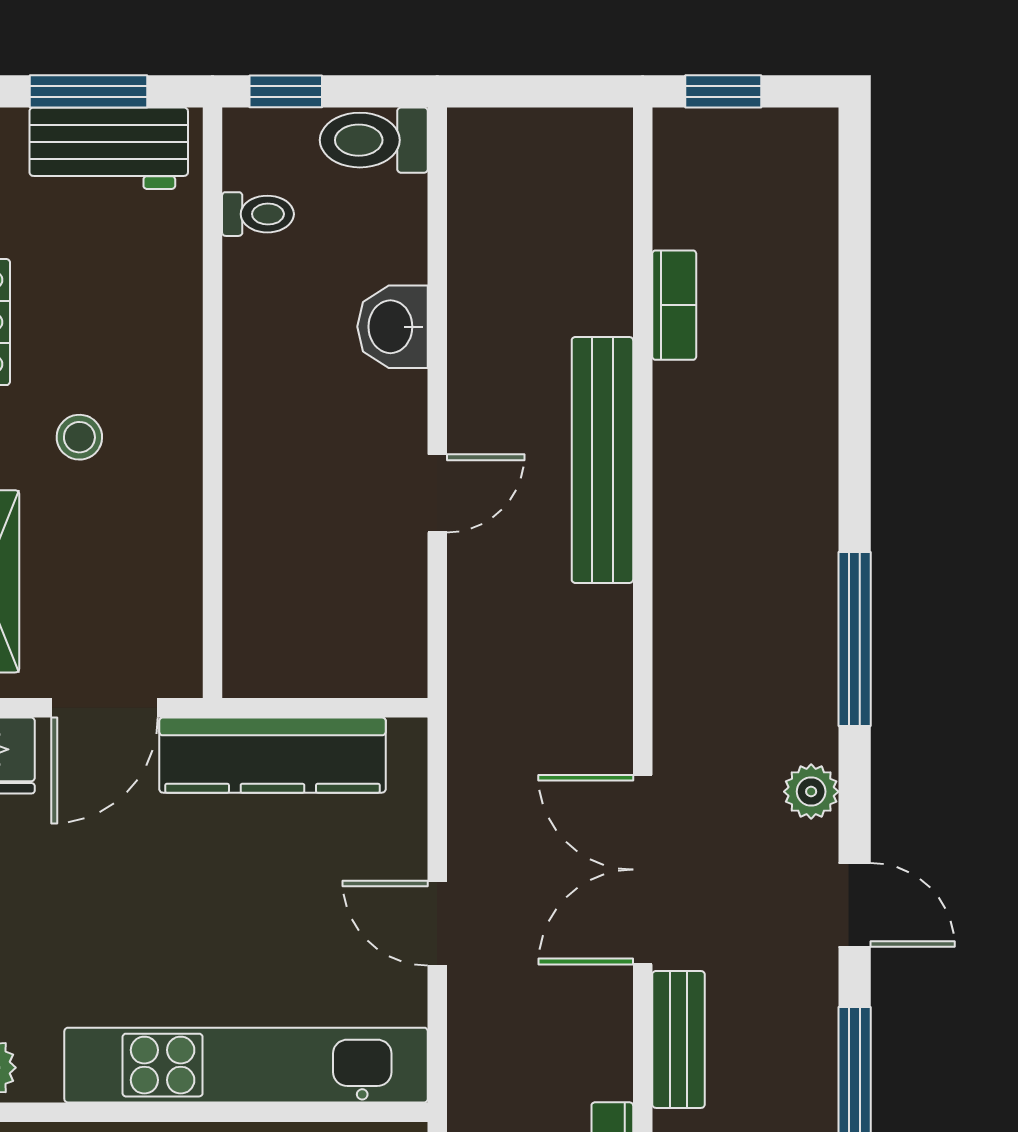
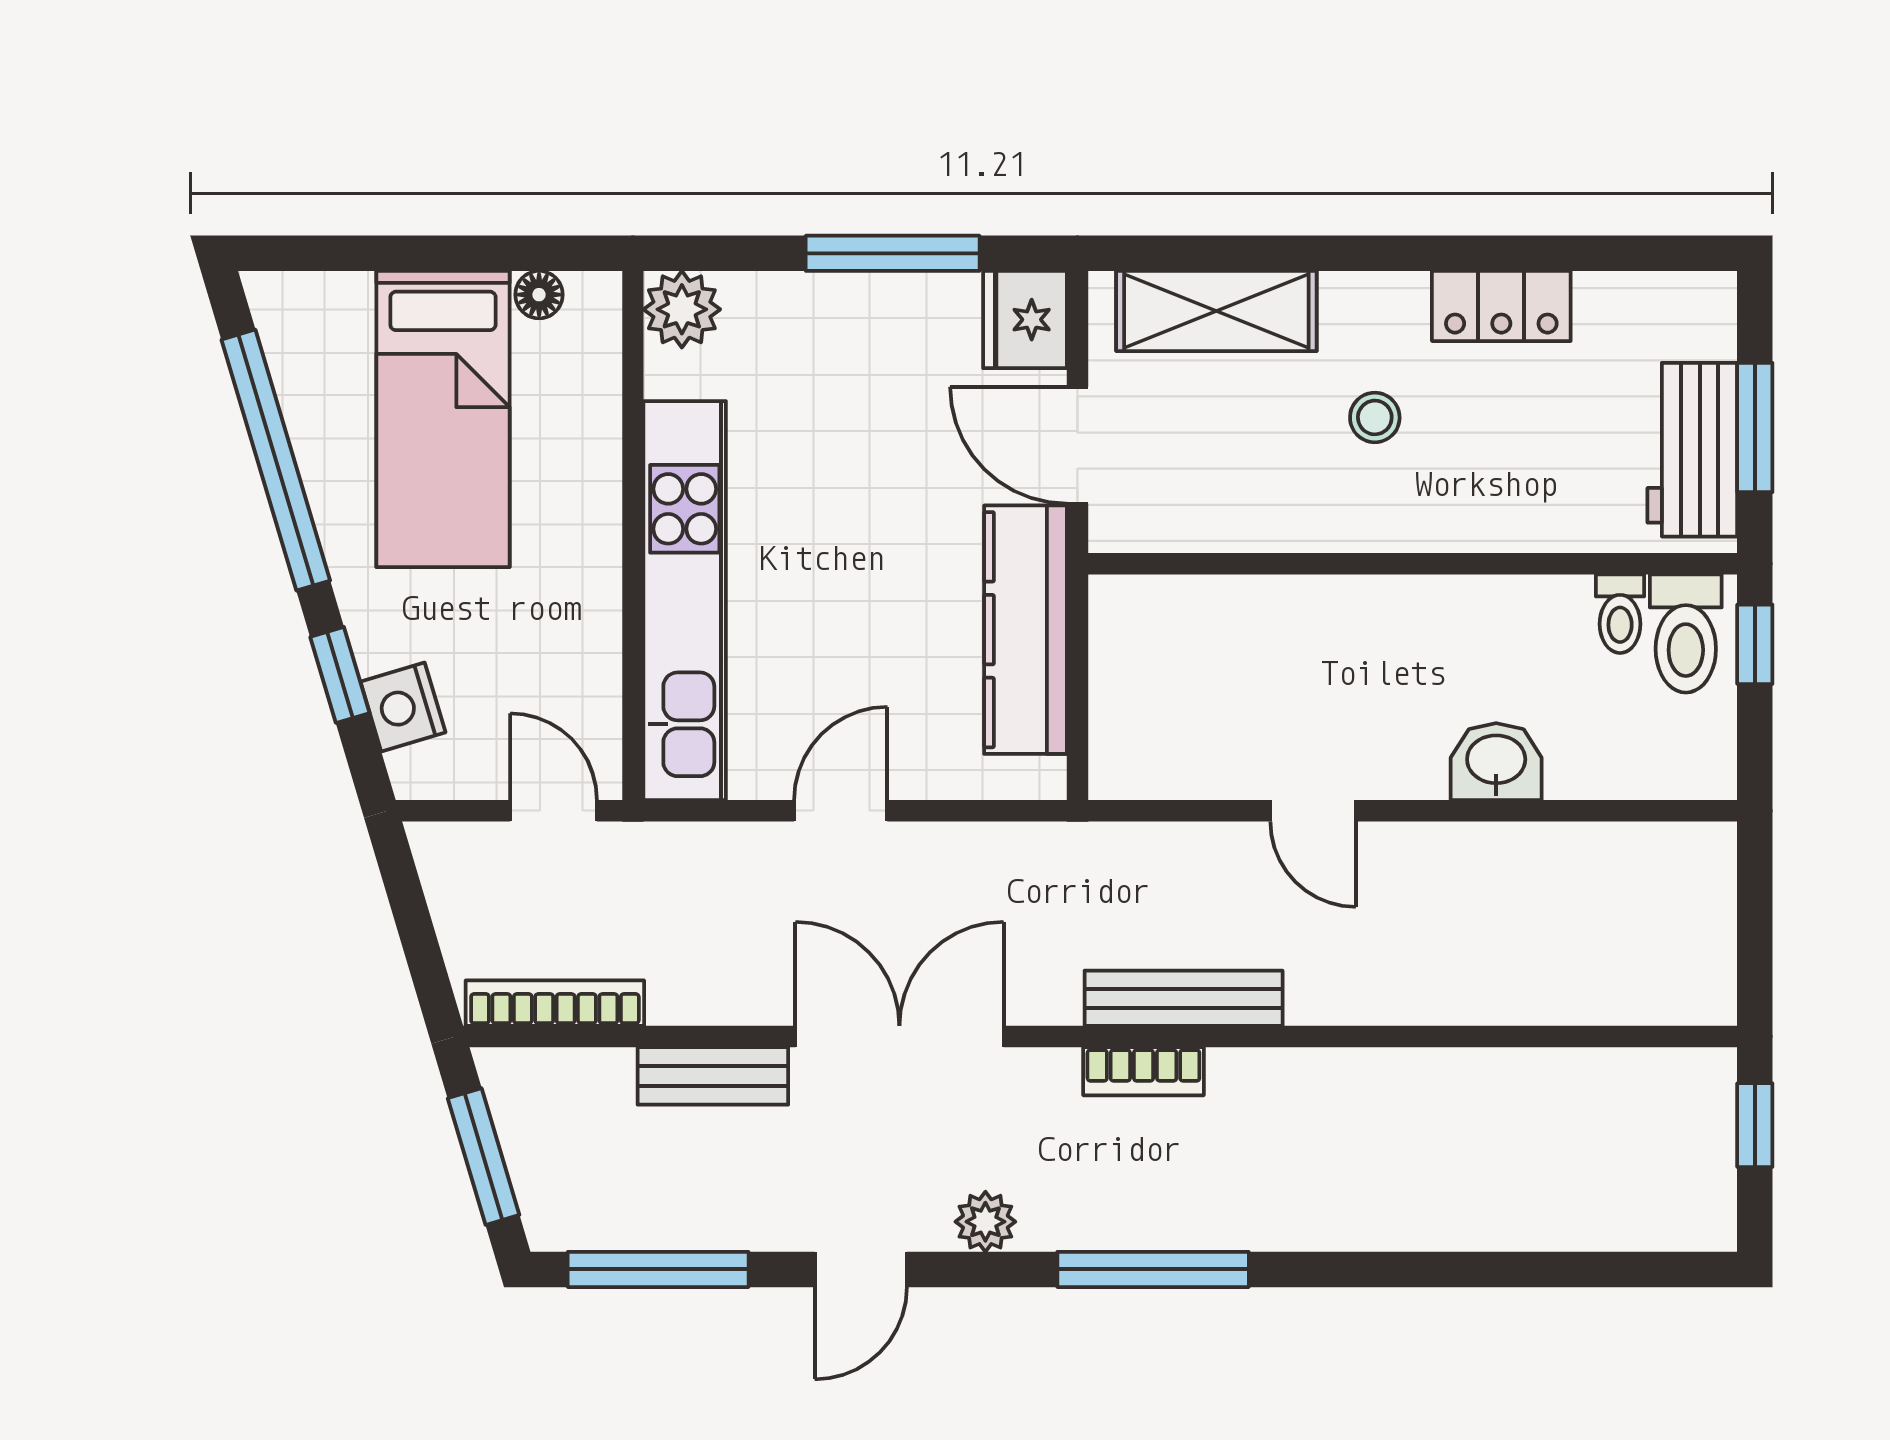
toilet: (374, 140) -> (1686, 633), moved, turned 180
bookcase: (674, 305) -> (1143, 1071), moved
bench: (602, 460) -> (1184, 998), moved, width x0.73, depth x0.82

